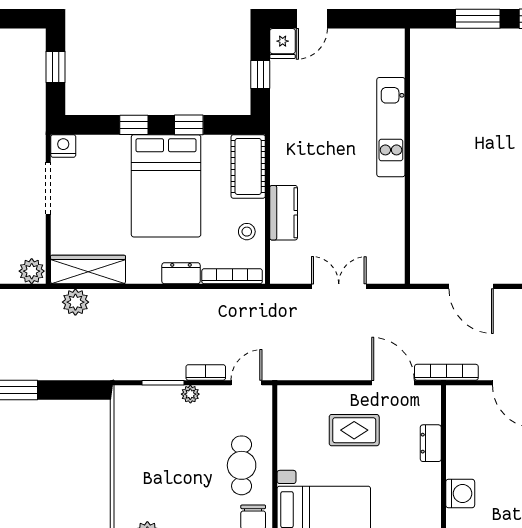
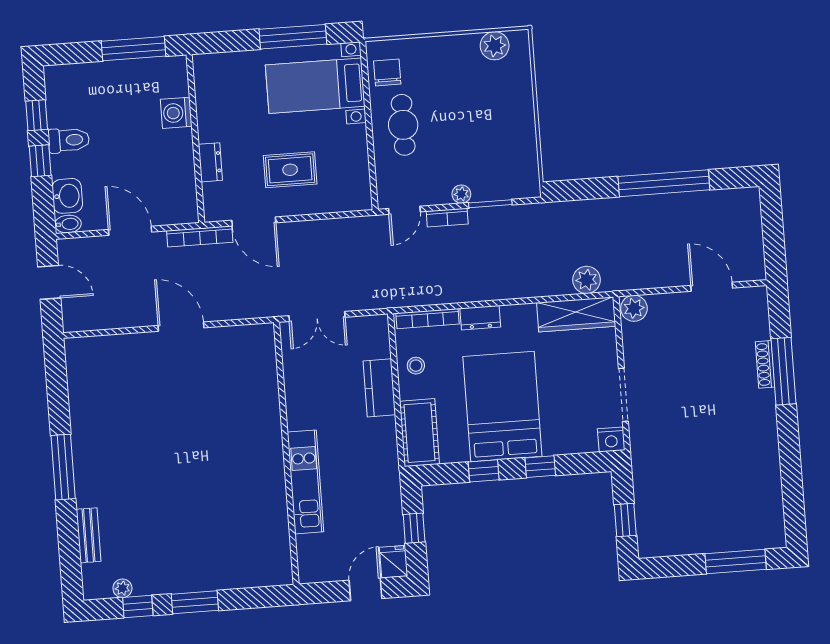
kitchen unit: (391, 127) -> (305, 482), moved
wall: (407, 156) -> (286, 453), moved

